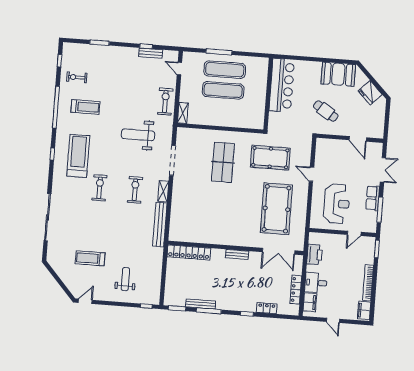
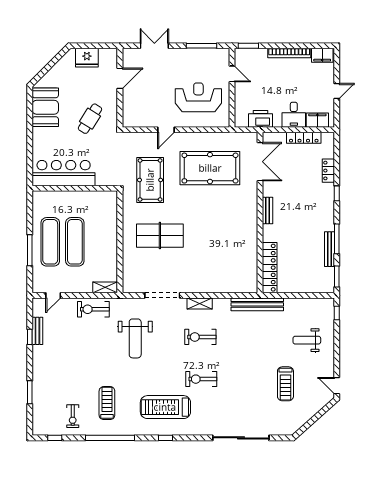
fridge: (370, 93) -> (87, 58), moved, turned 45
row of seats: (373, 198) -> (189, 55), removed
bench: (160, 225) -> (257, 304), moved

